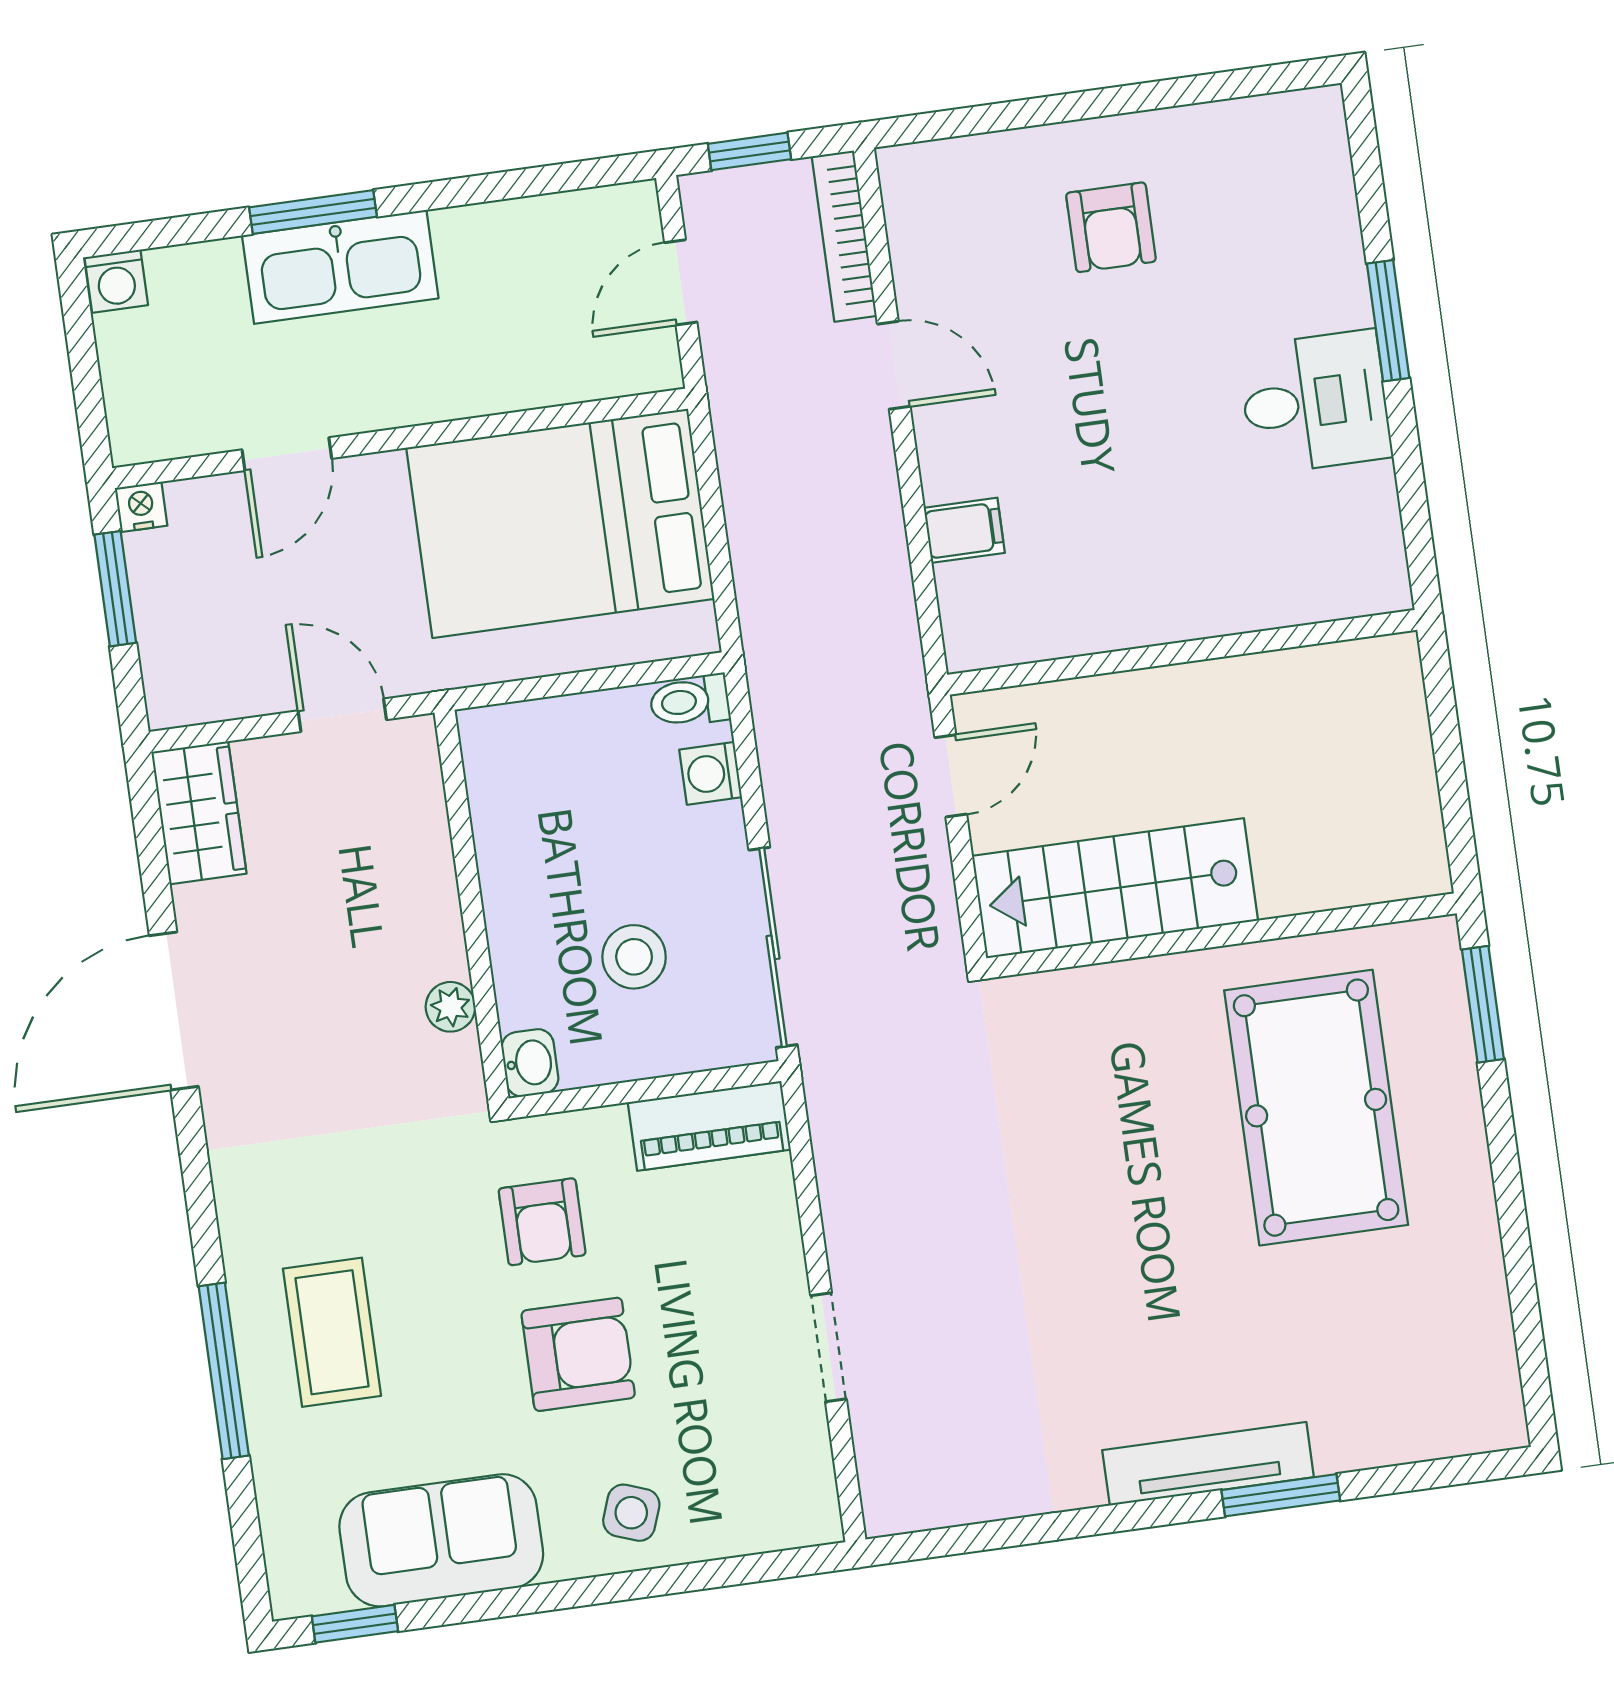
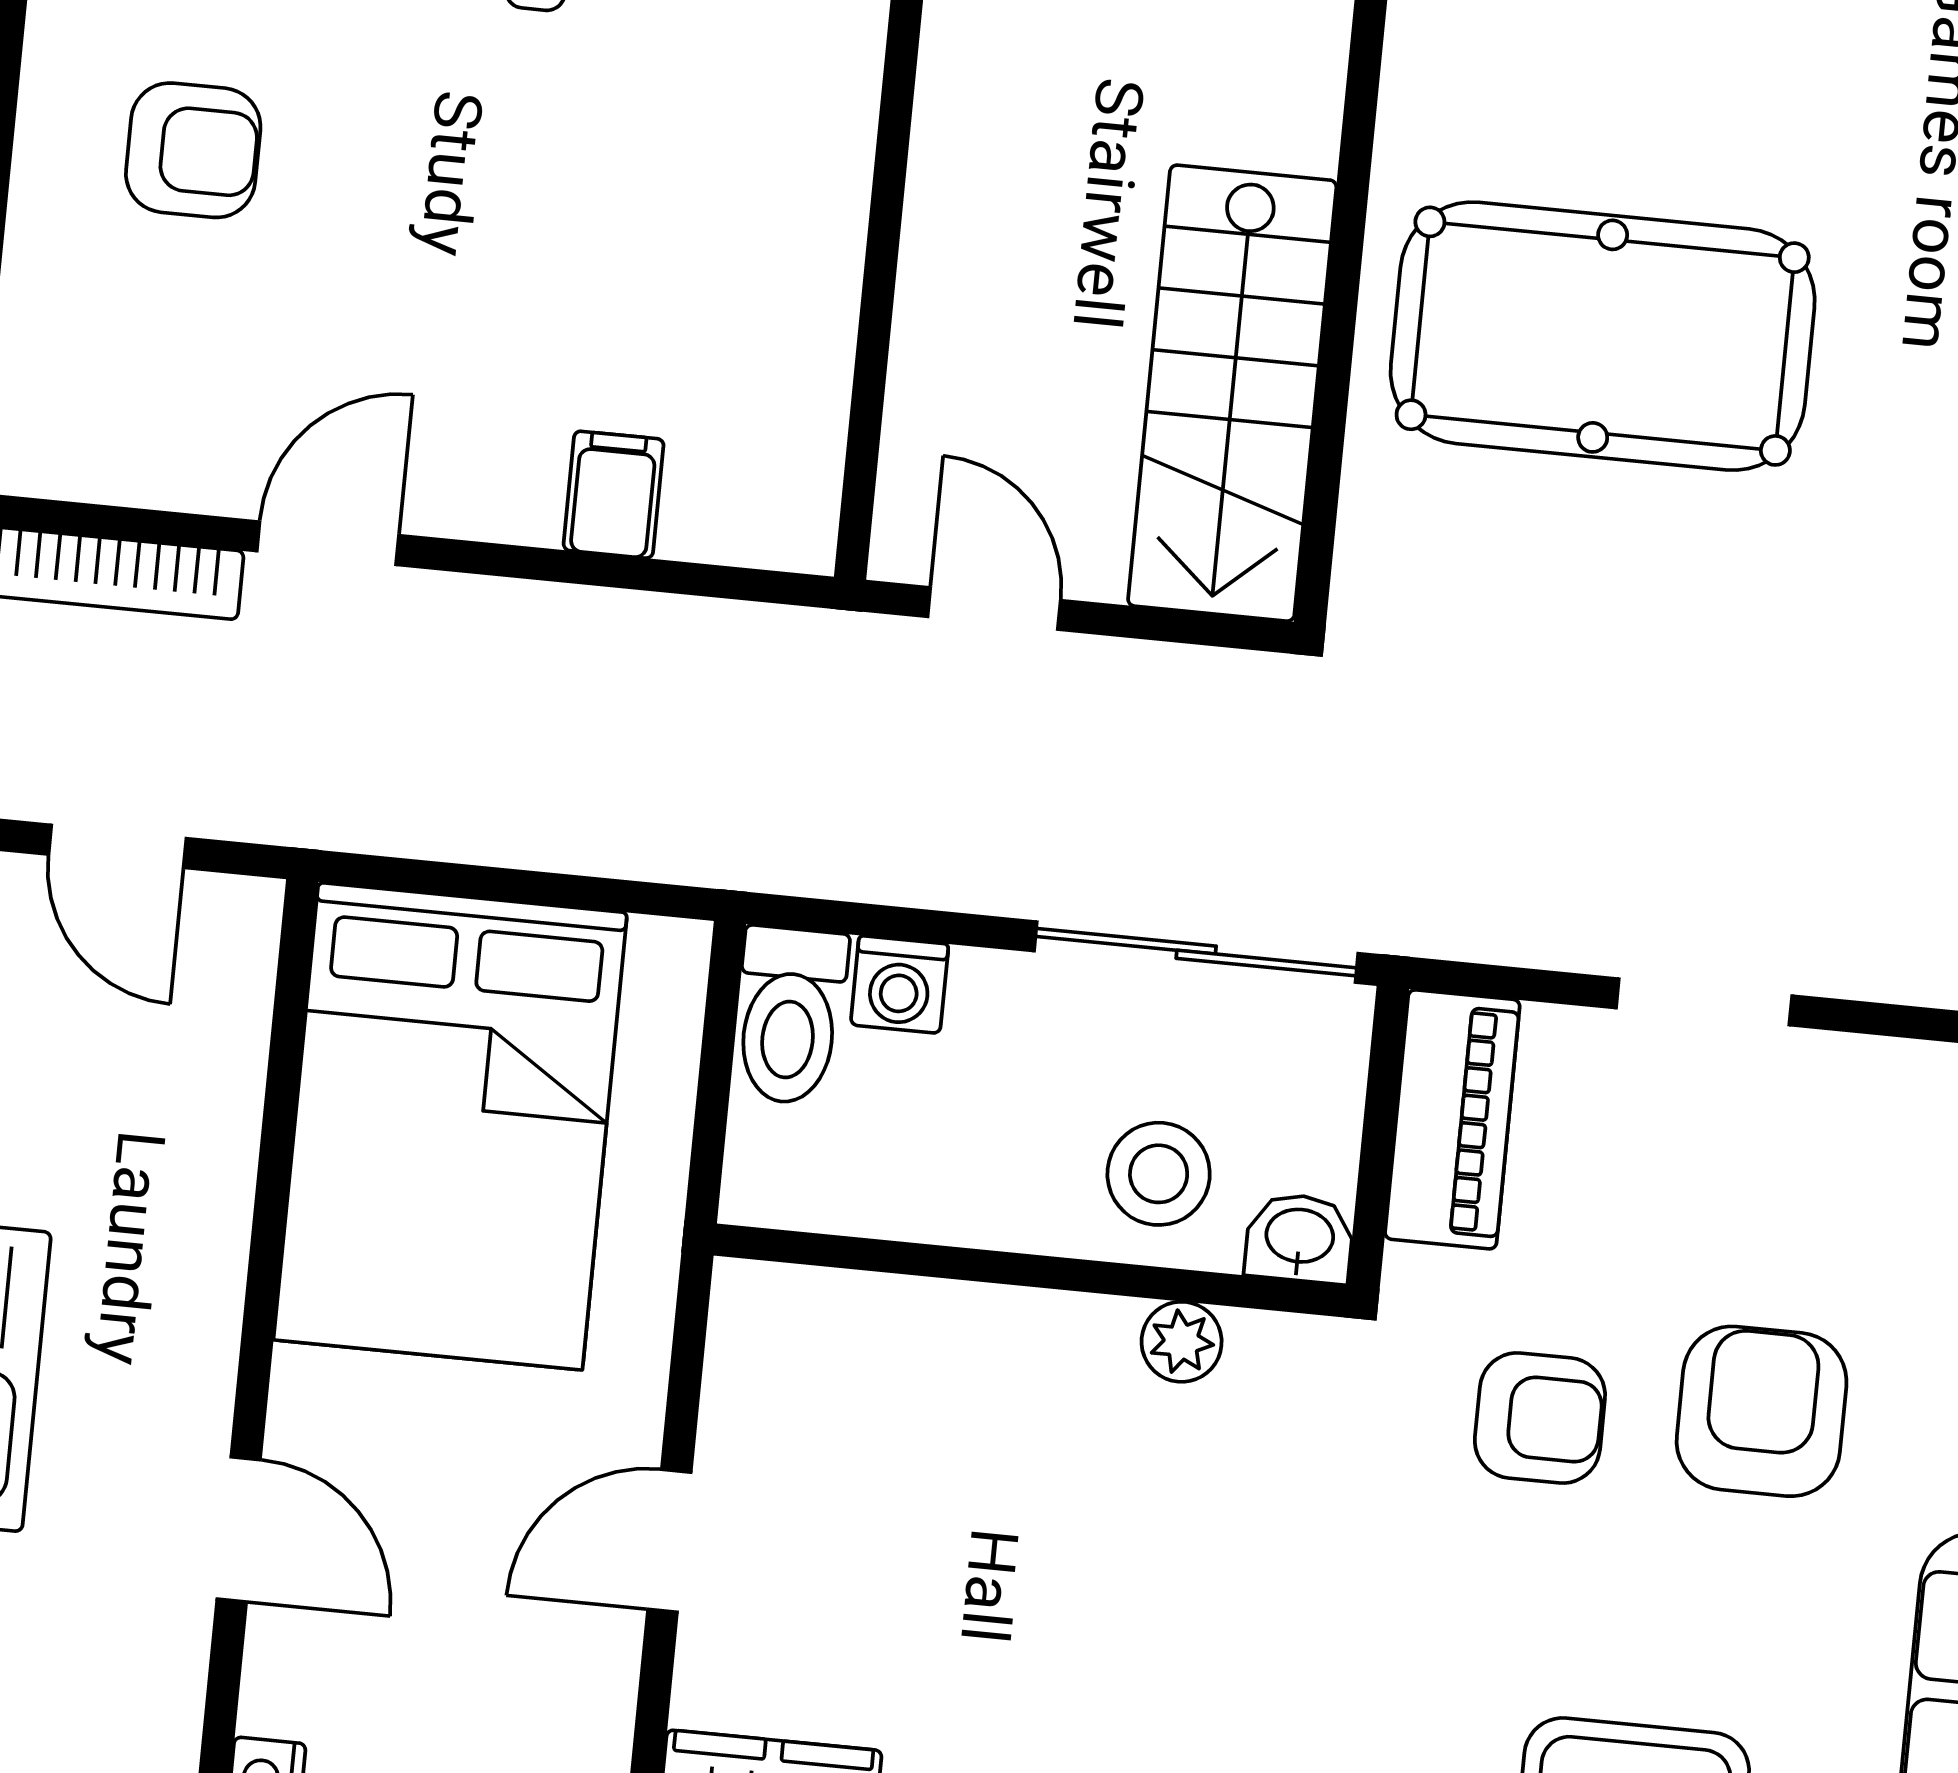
toilet: (690, 701) -> (790, 1015), width x1.37, depth x1.39
wall: (472, 905) -> (1030, 1271), moved
plant: (451, 1007) -> (1182, 1342), moved
washbasin: (530, 1063) -> (1300, 1238), moved
pool table: (1316, 1108) -> (1603, 336), moved
doorway: (828, 1347) -> (1704, 1002), moved

